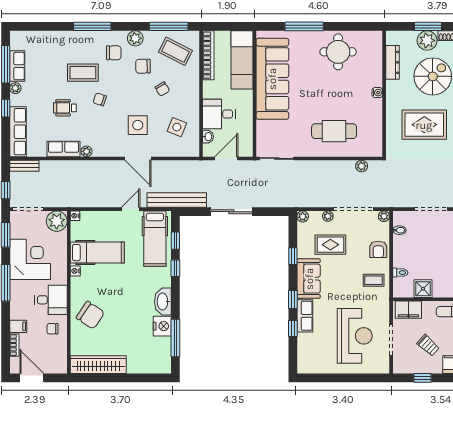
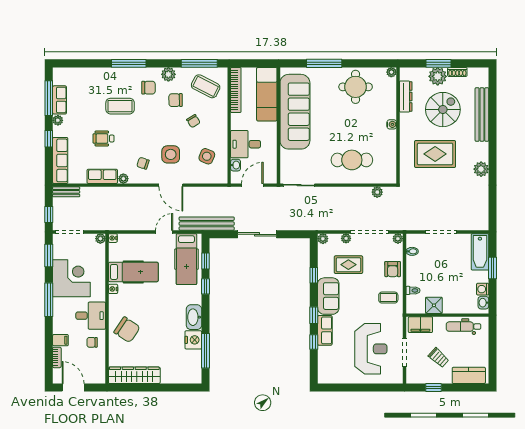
plant: (377, 36) -> (391, 72), added
chair: (100, 99) -> (143, 163), moved
plant: (57, 221) -> (100, 239), width x0.53, depth x0.53

